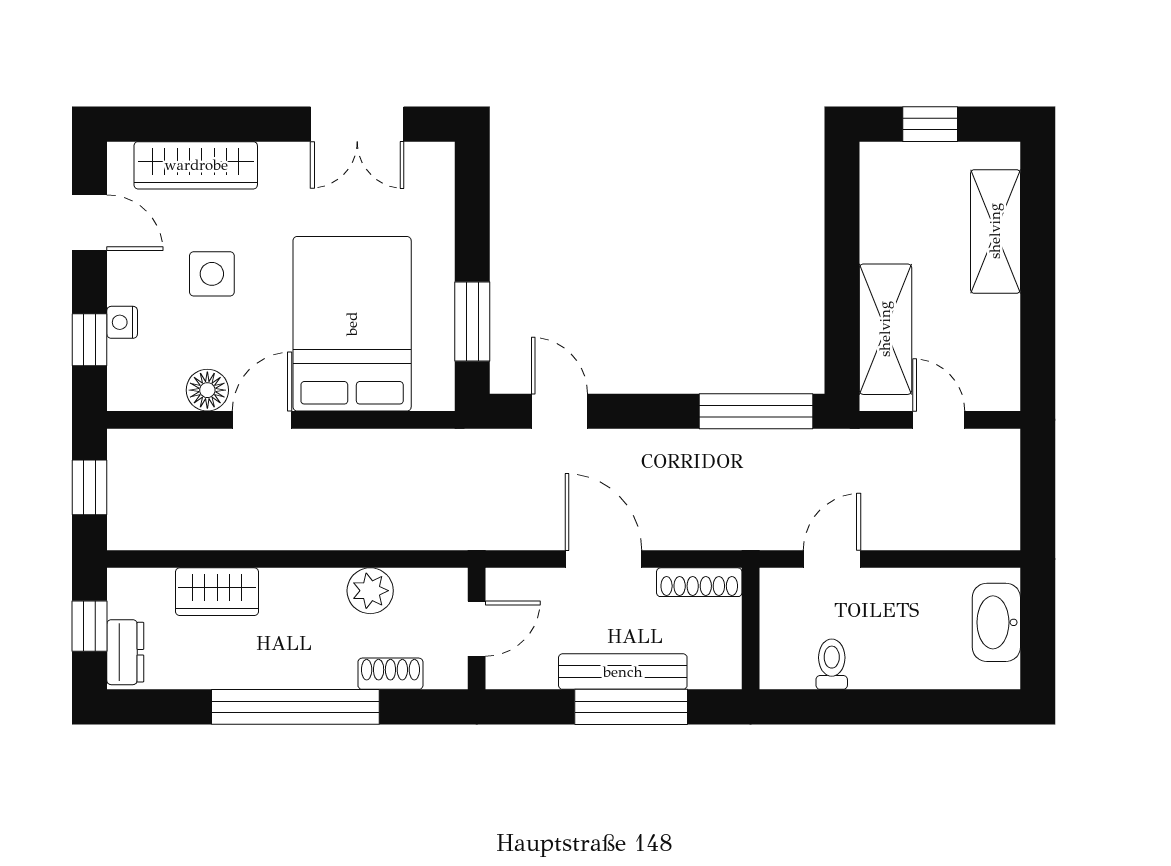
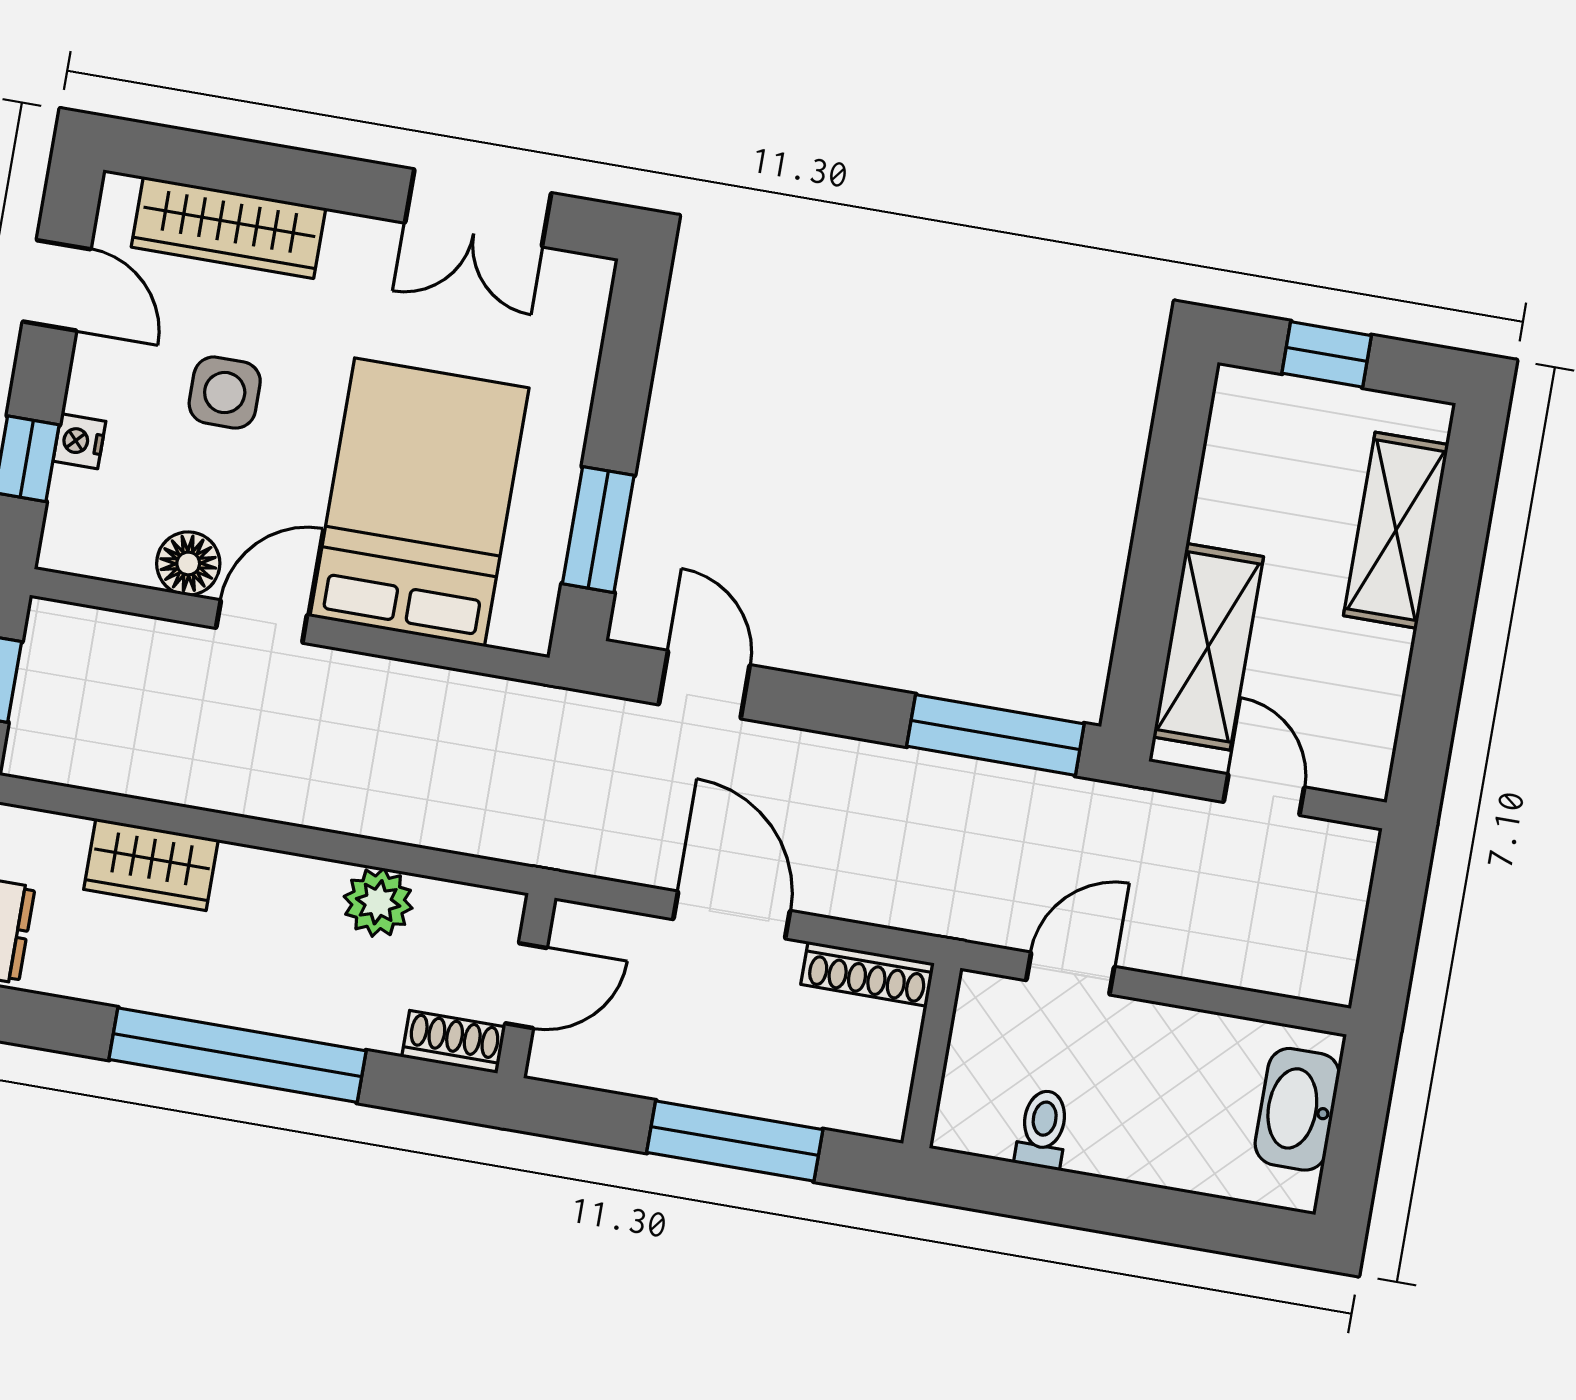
bench: (623, 672) -> (732, 1087), removed
shoe rack: (390, 674) -> (454, 1042), moved

